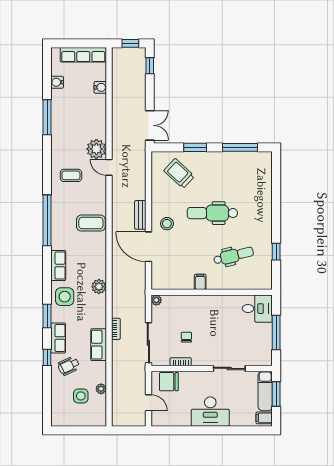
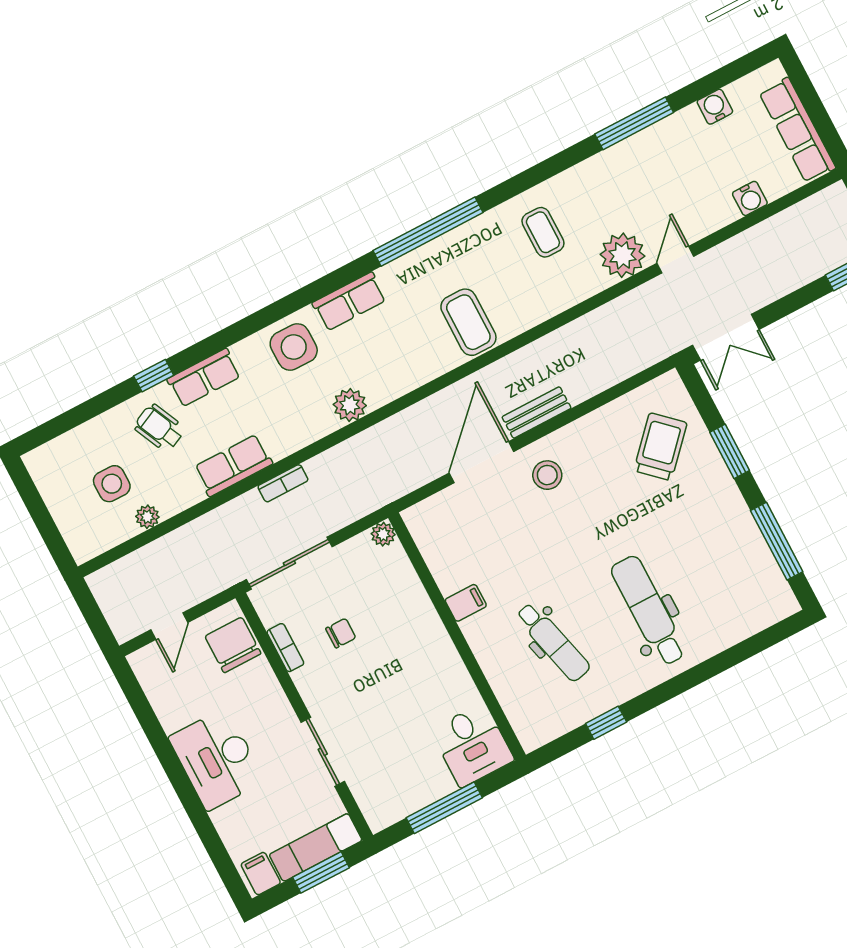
door: (109, 167) -> (675, 260), moved
dental chair: (212, 213) -> (649, 611), moved
window: (47, 316) -> (236, 332), removed

